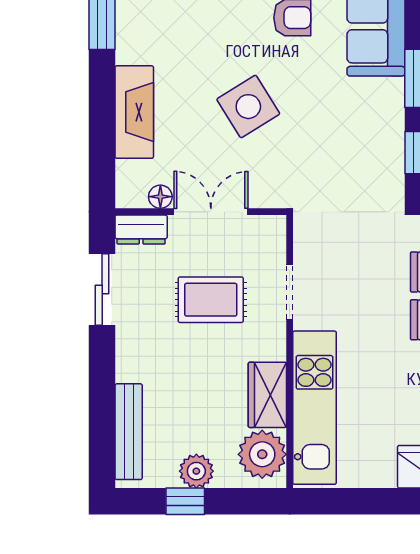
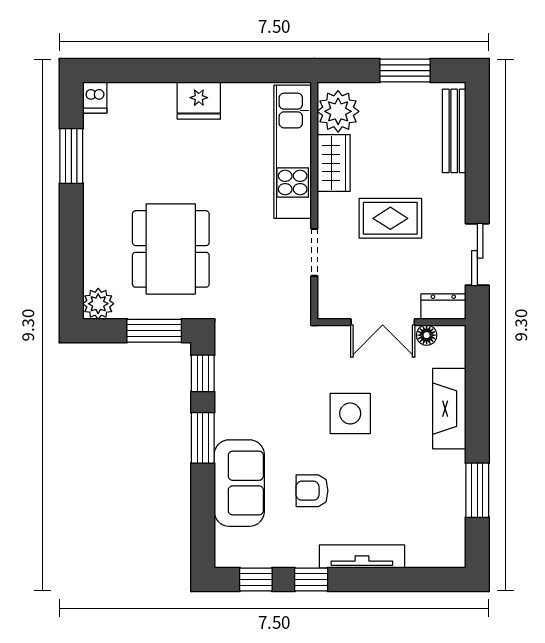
side table: (248, 107) -> (350, 413), turned 32
rug: (211, 300) -> (390, 218), moved
plant: (196, 471) -> (395, 97), removed
window: (185, 501) -> (405, 71), width x1.50

